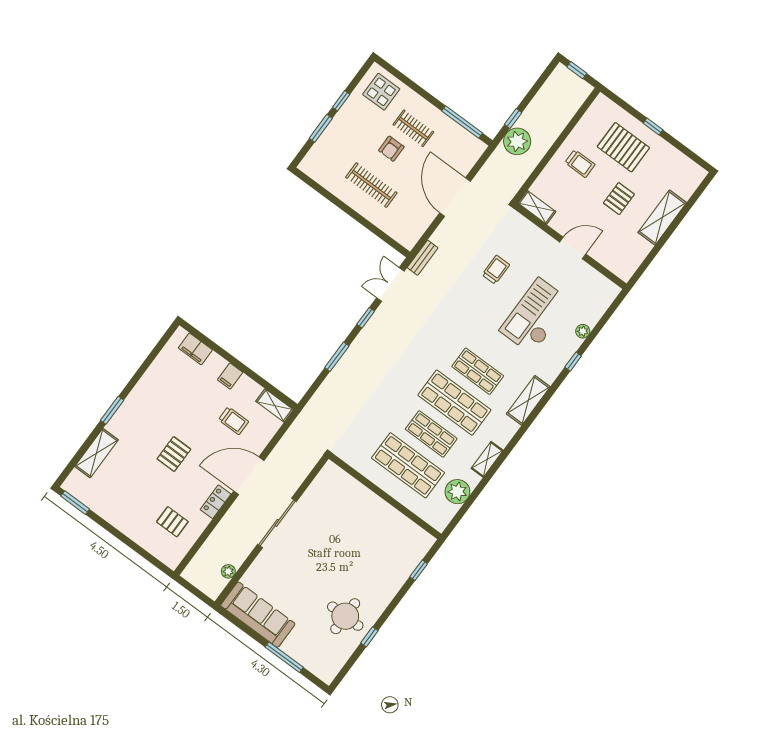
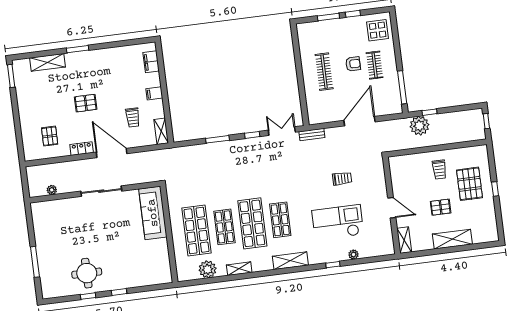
armchair: (391, 149) -> (353, 64), turned 180
shelving: (537, 207) -> (404, 240), moved
window: (419, 570) -> (119, 292), moved
sofa: (258, 615) -> (153, 213), moved, turned 180

